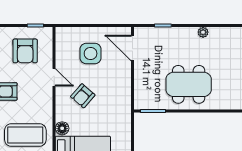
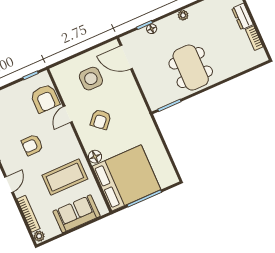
floor lamp: (168, 32) -> (152, 29), added
armchair: (25, 51) -> (45, 98), moved
door: (54, 77) -> (68, 114), swing flipped
dining table: (189, 84) -> (191, 68), turned 90

